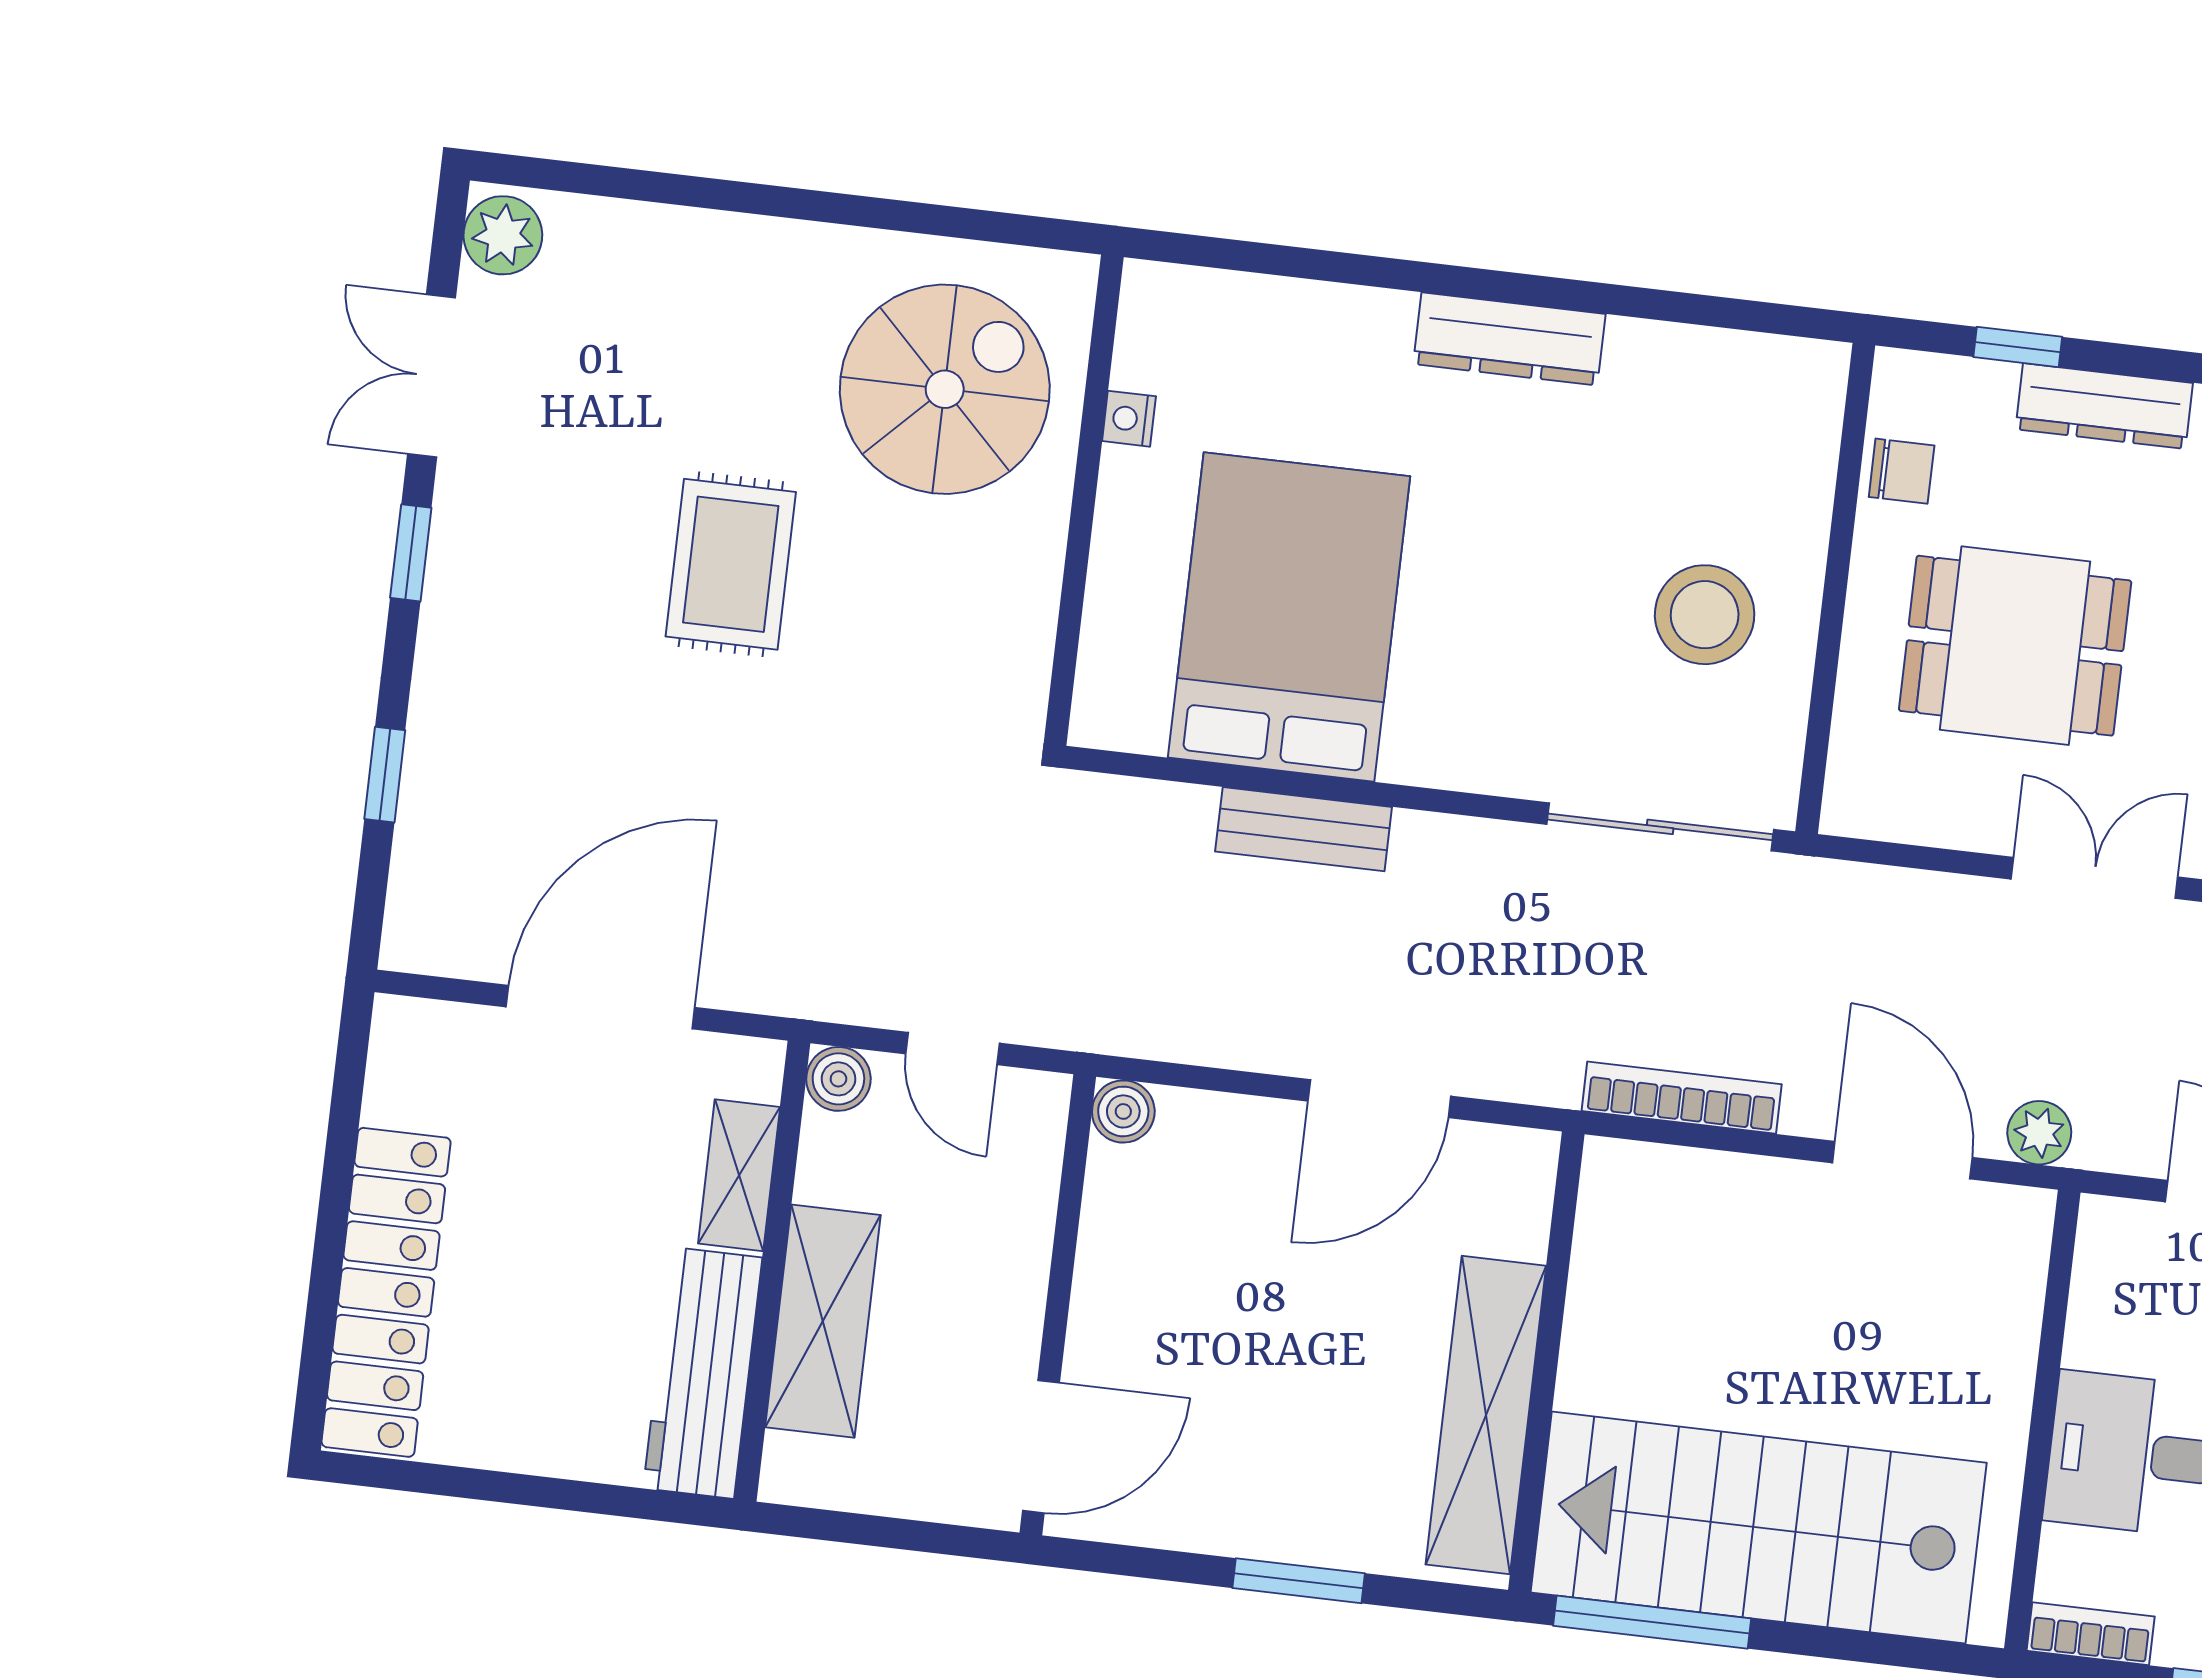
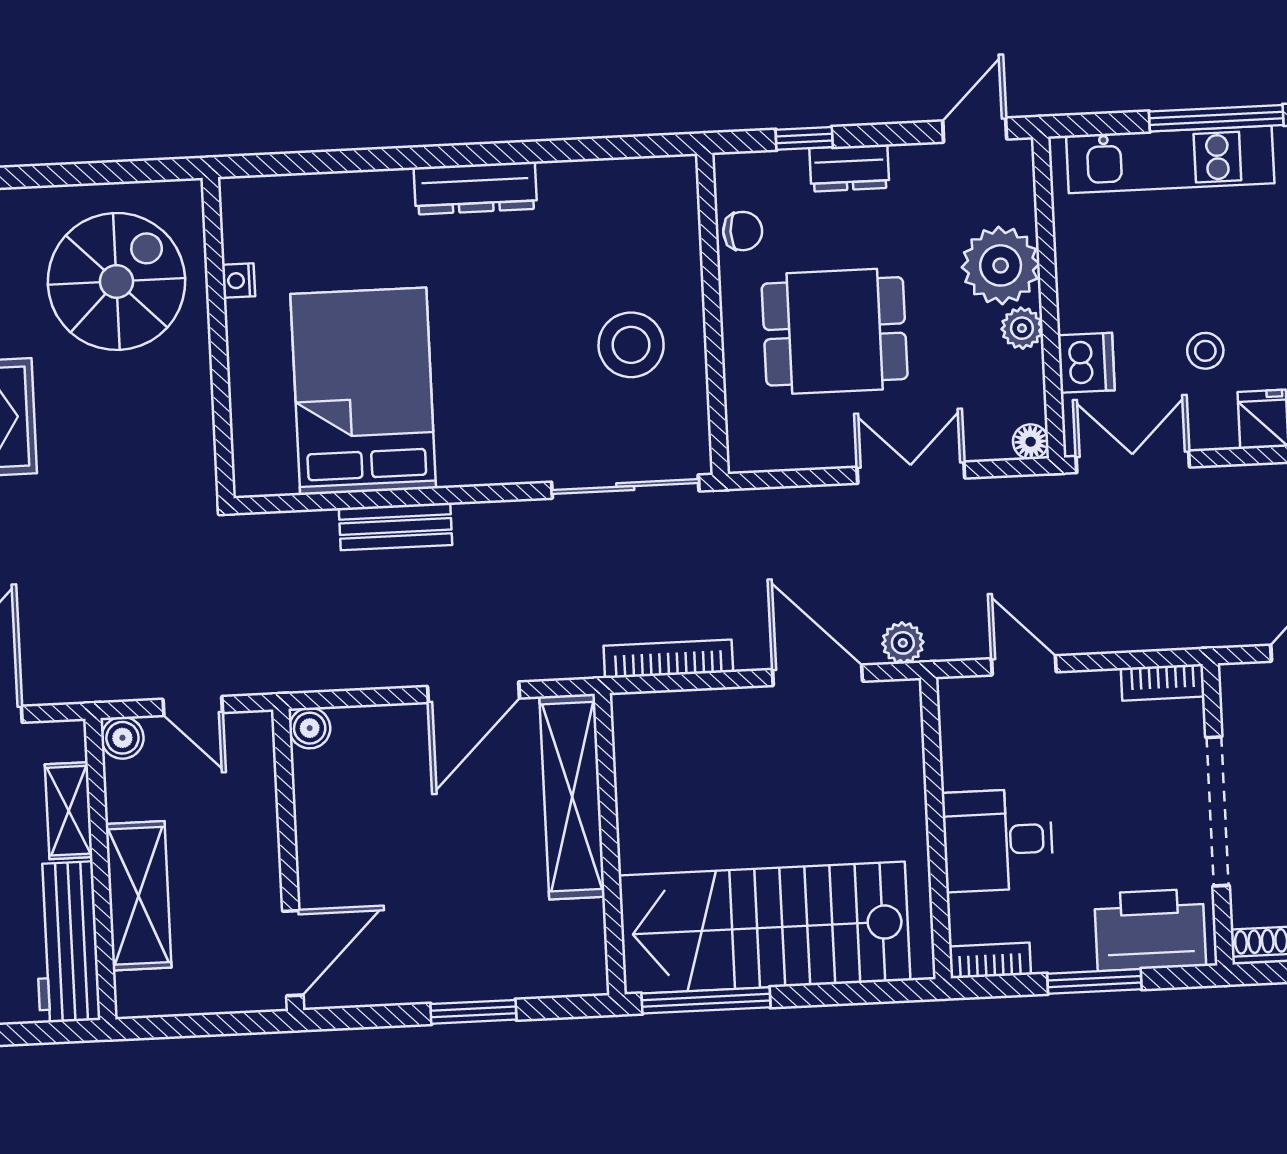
dresser: (2104, 406) -> (849, 168), width x0.70
shelving: (1486, 1415) -> (572, 797), moved

